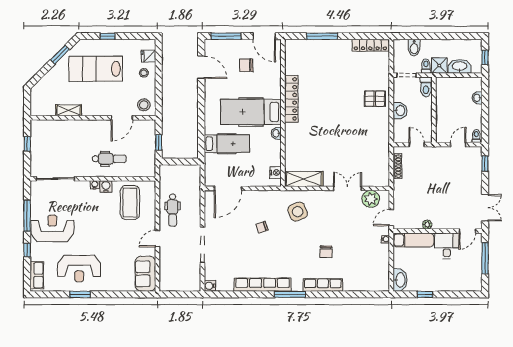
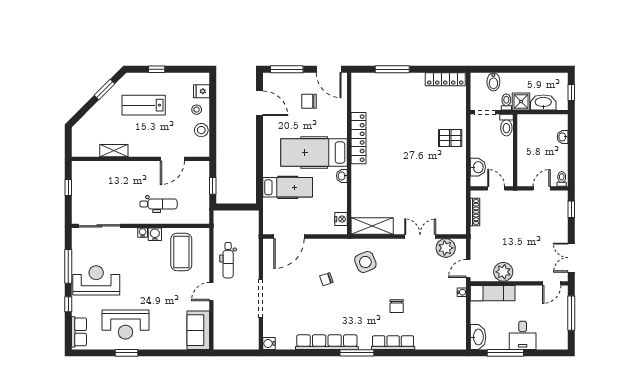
lab bench: (96, 69) -> (144, 105), width x0.73, depth x0.72
stool: (144, 105) -> (201, 130), moved
washbasin: (400, 111) -> (478, 167), moved
double door: (485, 208) -> (571, 258), swing flipped
plant: (427, 225) -> (503, 272), width x1.88, depth x1.88
desk: (447, 246) -> (523, 335), moved, turned 180
window: (425, 294) -> (505, 353), width x2.17

